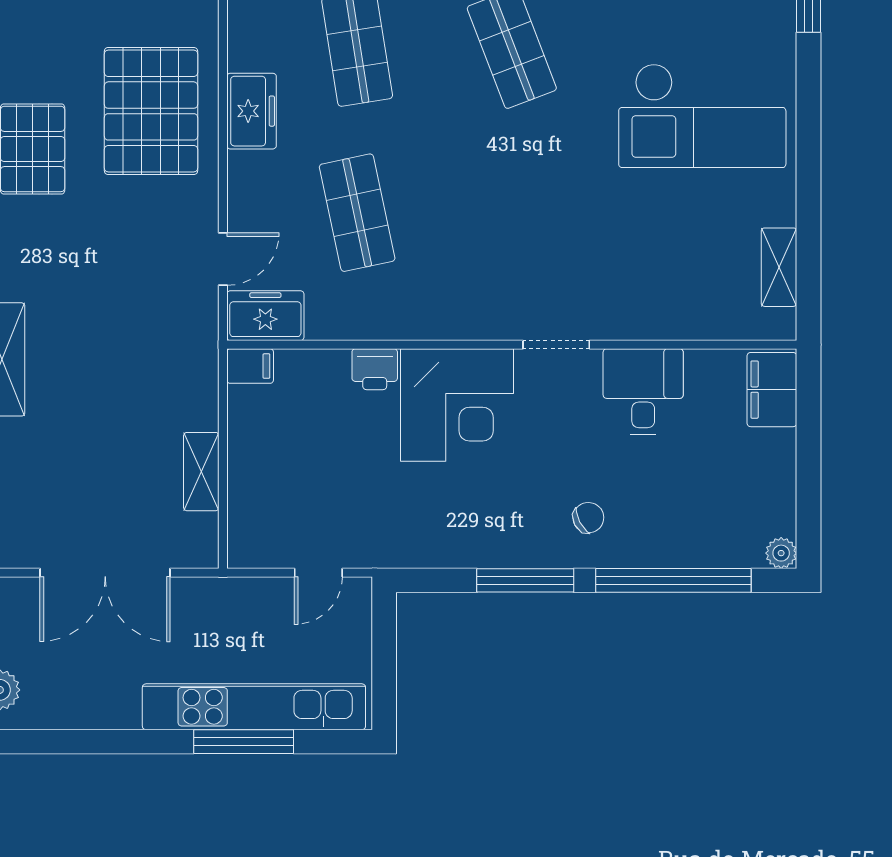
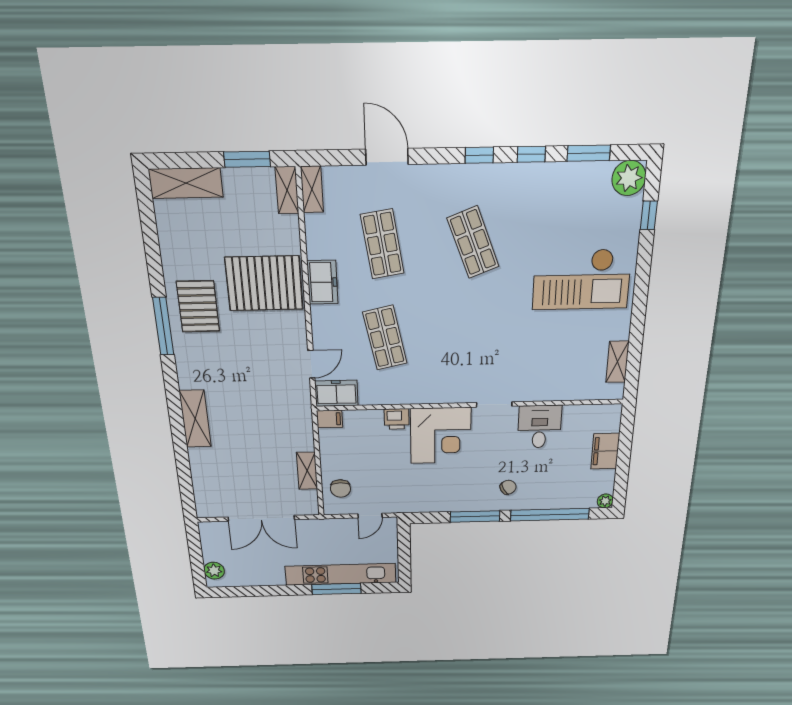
pallet: (151, 111) -> (264, 283), turned 90
filing cabinet: (772, 390) -> (605, 451), moved
chair: (263, 511) -> (340, 489), added

